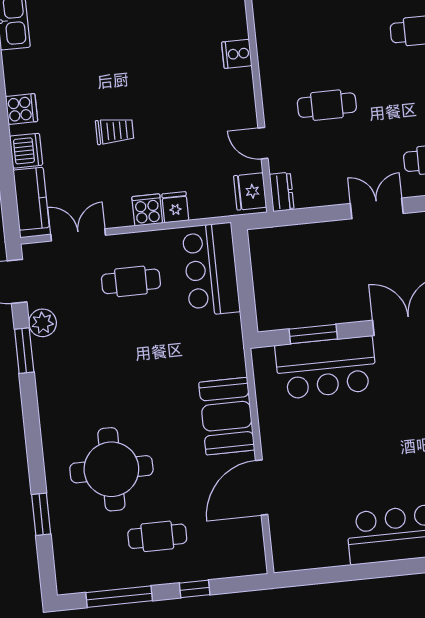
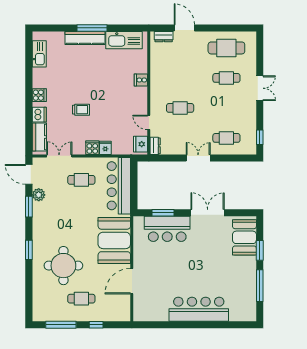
bar counter: (211, 269) -> (119, 186), width x1.36
booth: (227, 416) -> (114, 240), width x1.36, depth x1.42
window: (41, 514) -> (29, 250), moved

